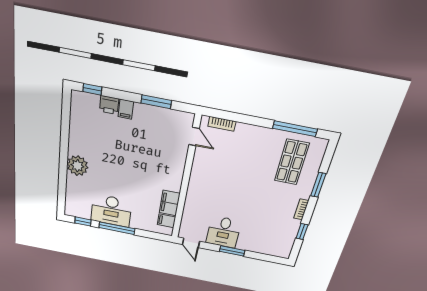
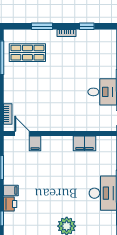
door: (194, 136) -> (22, 133), hinge flipped
filing cabinet: (166, 221) -> (35, 143), moved

